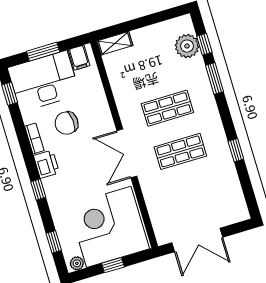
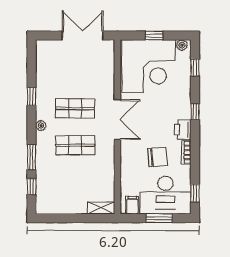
plant: (187, 46) -> (41, 125), moved, width x0.53, depth x0.53

